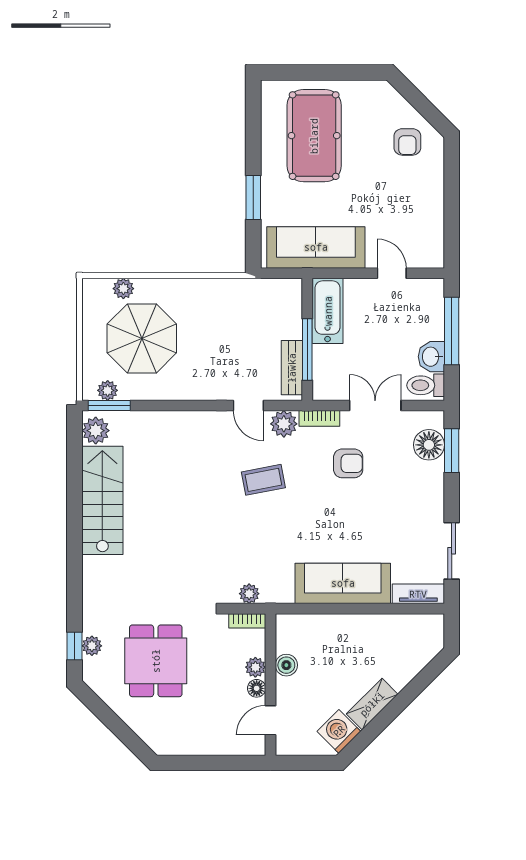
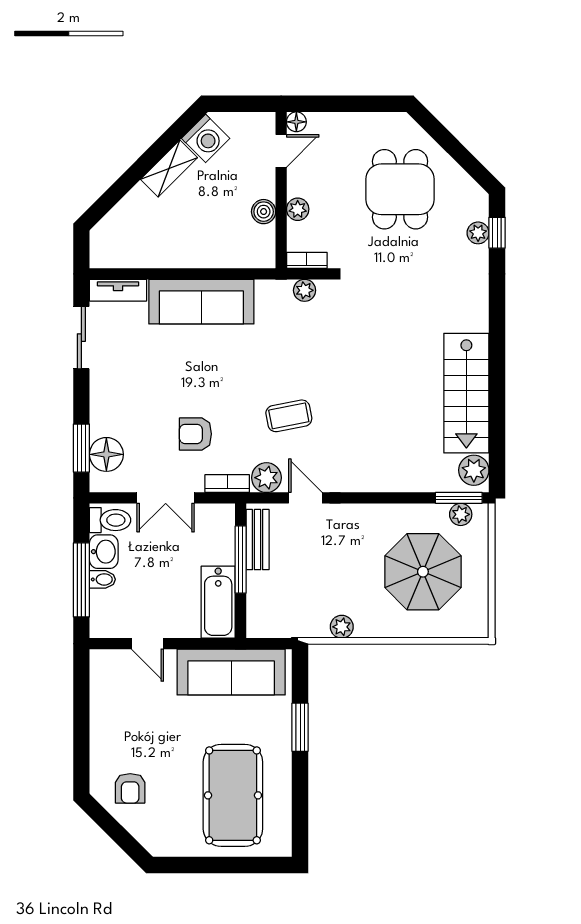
armchair: (407, 142) -> (130, 788), turned 180
plant: (123, 289) -> (342, 627), moved
bidet: (433, 331) -> (102, 579), added
dining table: (156, 661) -> (400, 189), moved
floor lamp: (257, 688) -> (296, 122), moved

